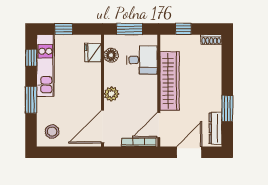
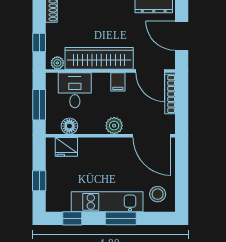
plant: (166, 45) -> (57, 63), added
kitchen unit: (45, 65) -> (107, 202), moved
filing cabinet: (149, 97) -> (118, 82), added

